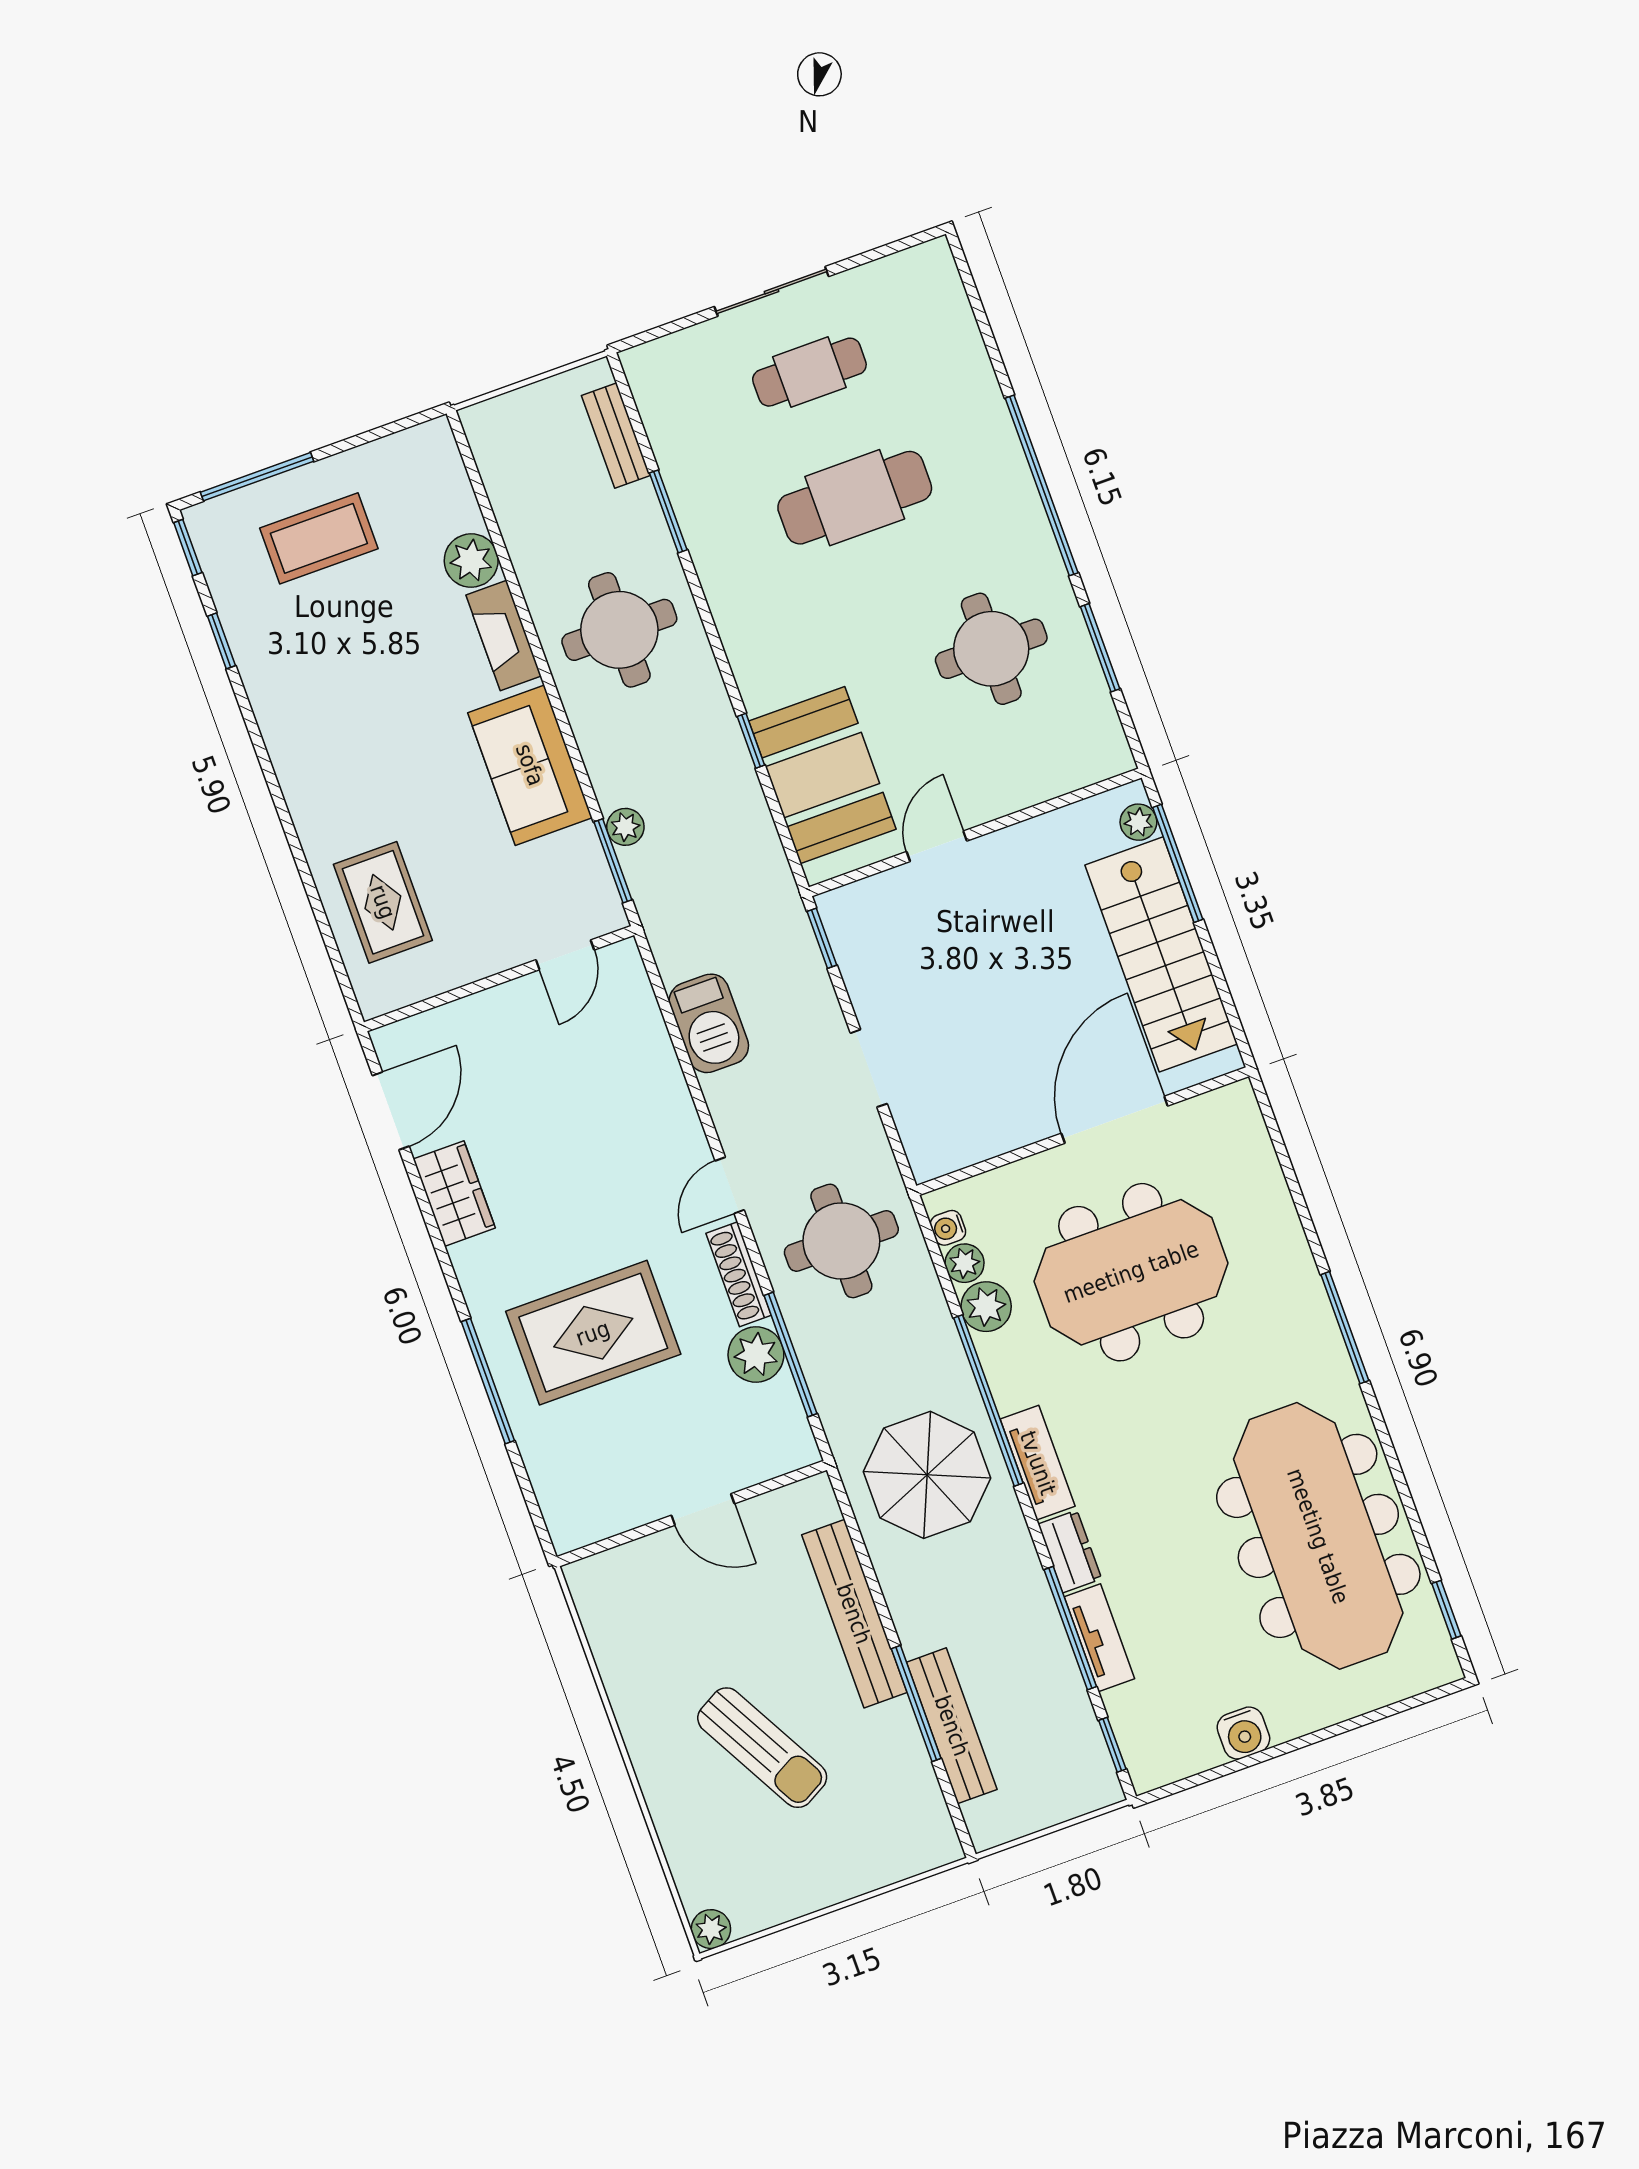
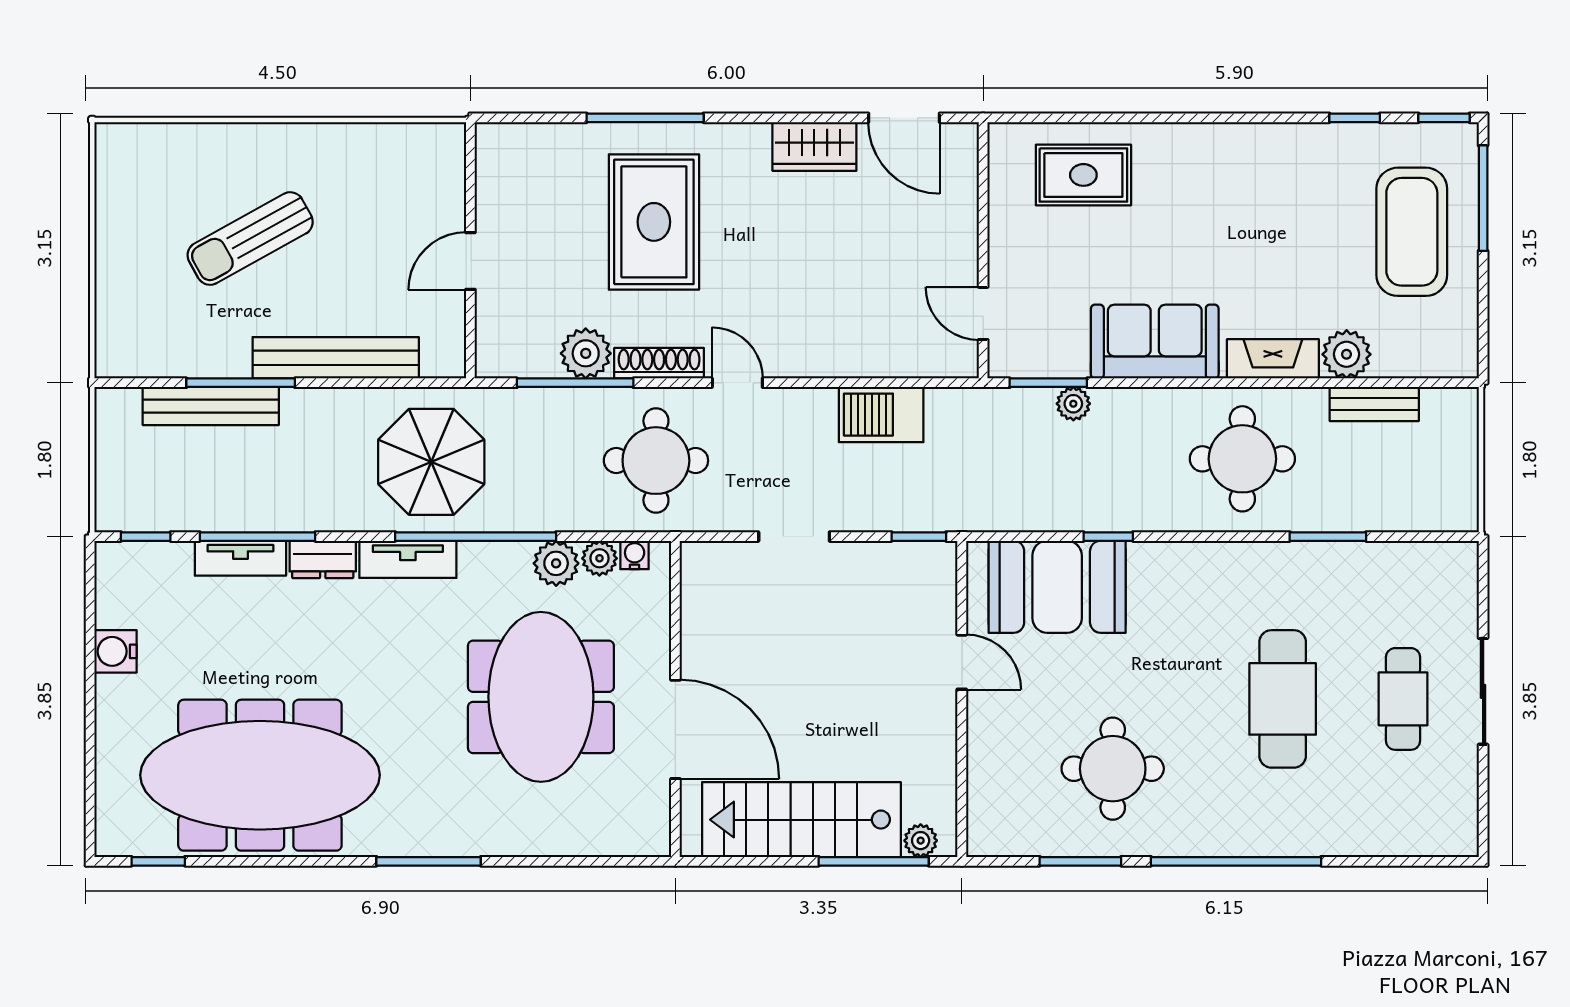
bench: (616, 435) -> (1374, 404), moved
coffee table: (319, 538) -> (1412, 232), width x1.36, depth x1.32
plant: (711, 1929) -> (112, 140), removed

